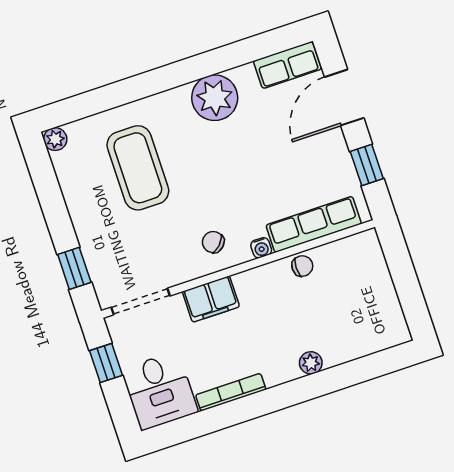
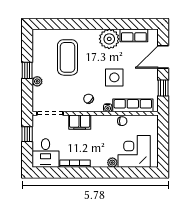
row of seats: (287, 65) -> (134, 35), moved
plant: (55, 139) -> (37, 81), moved
side table: (254, 177) -> (114, 77), added
window: (74, 268) -> (27, 70), moved
corner desk: (350, 323) -> (134, 151), added

